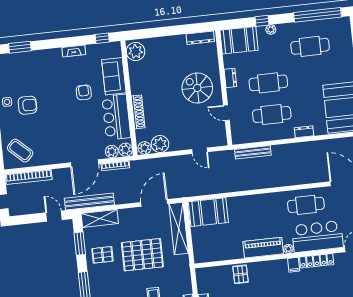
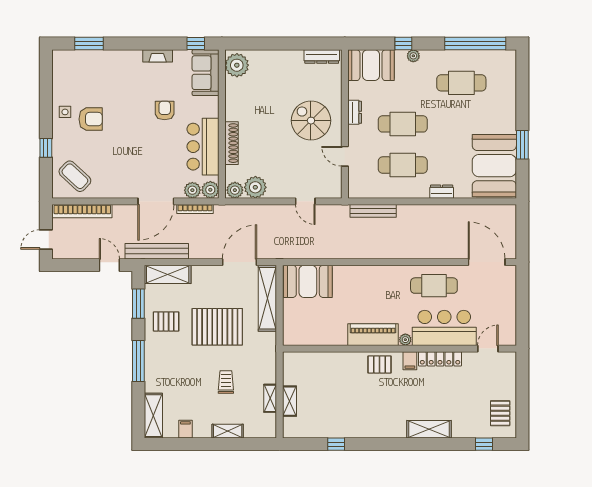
sofa: (114, 76) -> (206, 73), moved
pallet: (240, 274) -> (380, 364), moved, turned 90

